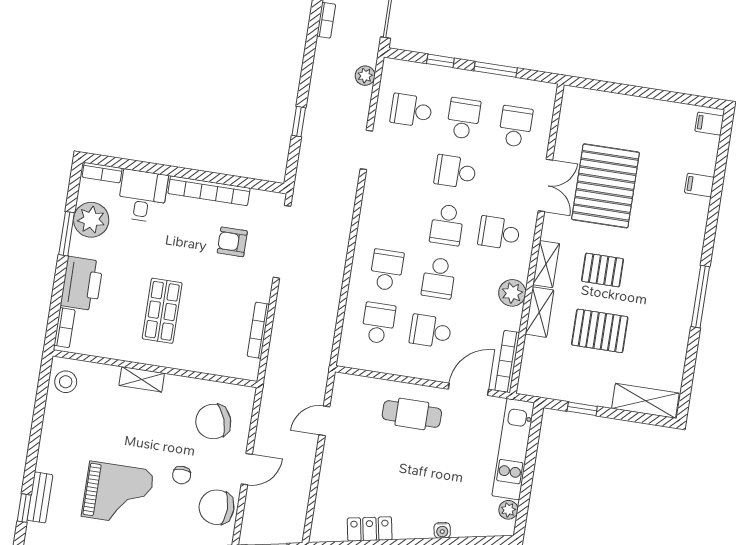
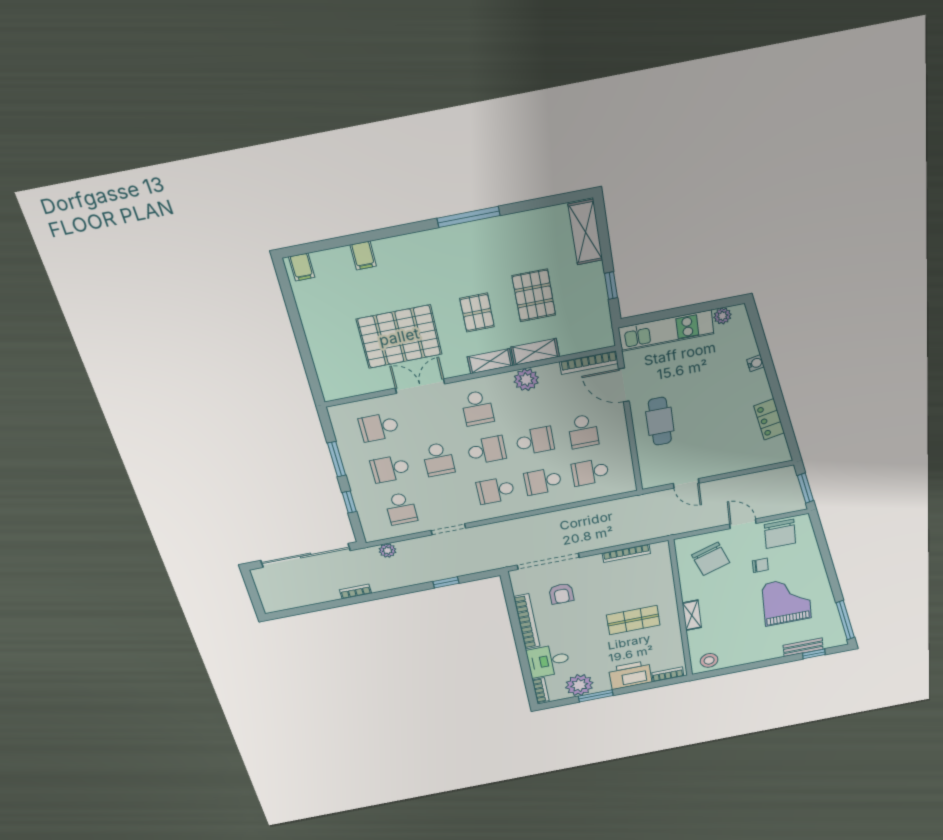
school desk: (395, 217) -> (496, 490), added

